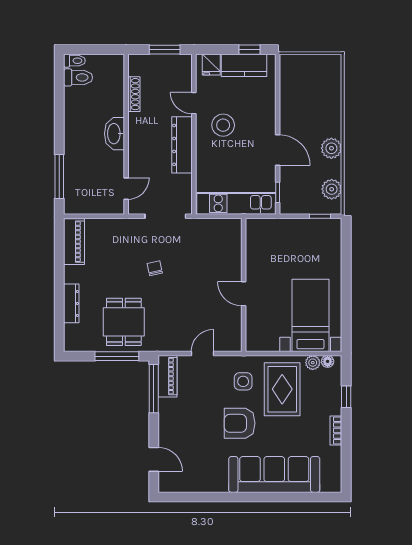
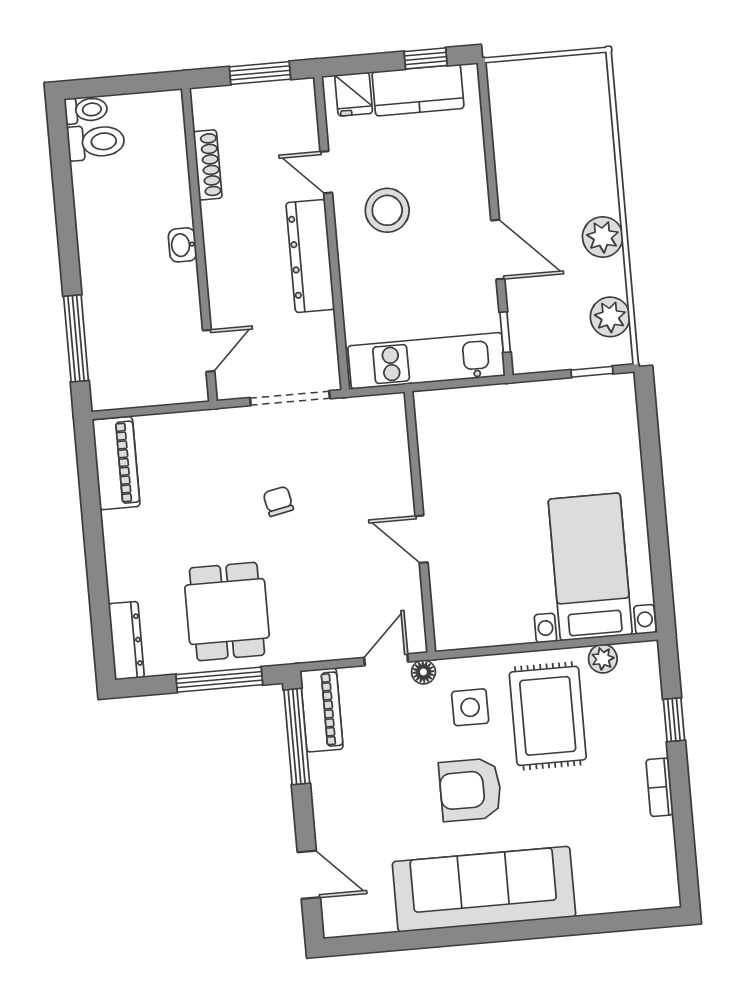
washbasin: (114, 134) -> (182, 245), width x0.52, depth x0.69
wall: (244, 285) -> (420, 522), moved
door: (244, 294) -> (421, 539), moved
dresser: (71, 303) -> (126, 641), moved
floor lamp: (328, 361) -> (423, 672), moved
sofa: (274, 474) -> (484, 889), moved

